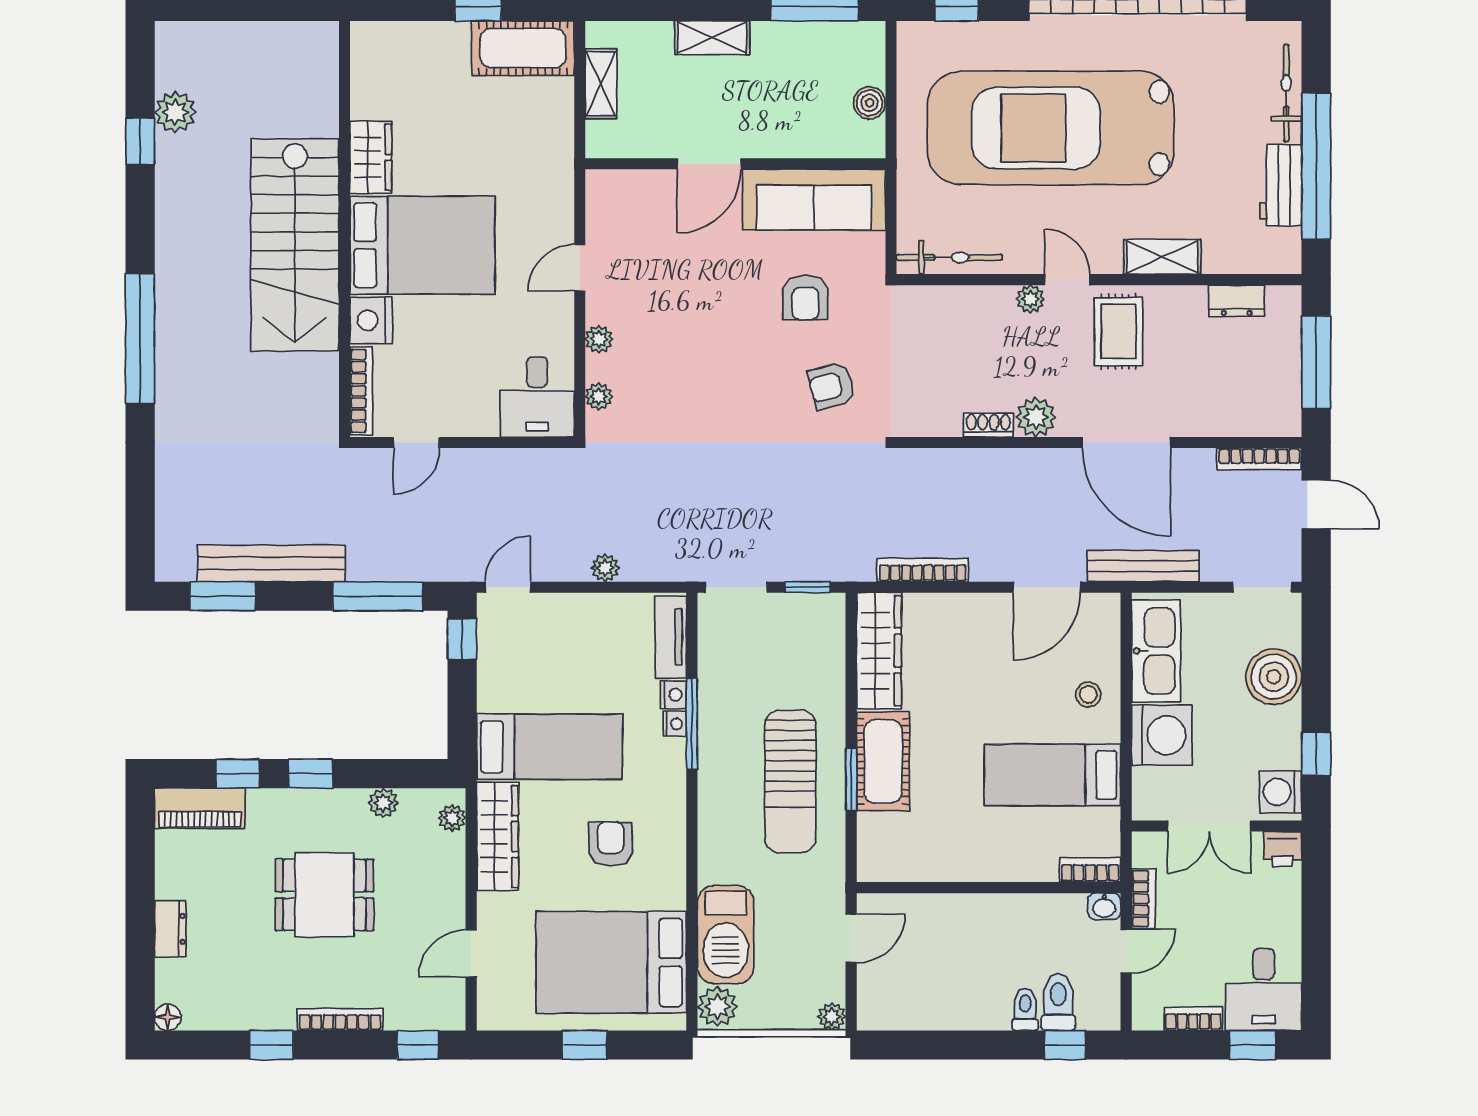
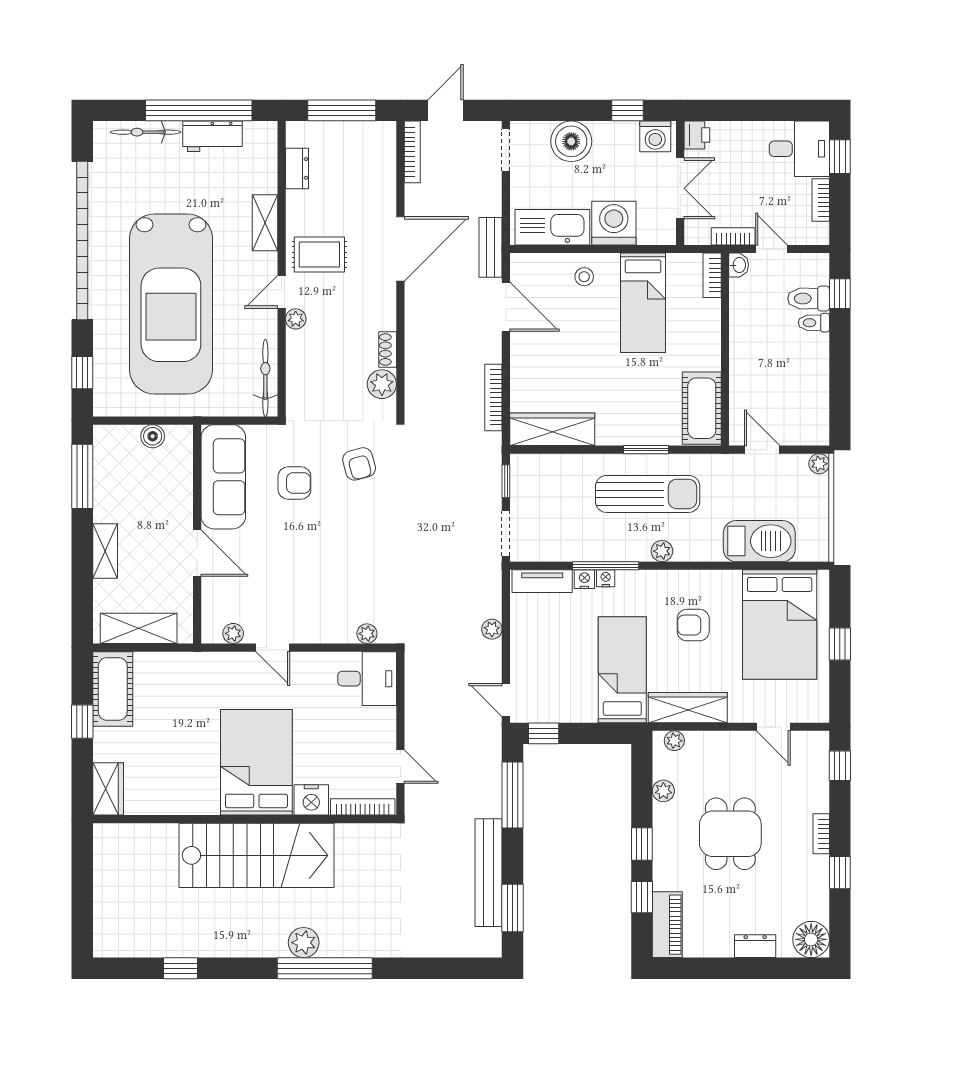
shelving: (601, 84) -> (139, 628), width x1.50, depth x1.33
plant: (175, 112) -> (304, 943), moved
wardrobe: (371, 157) -> (108, 789), moved, turned 90
plant: (599, 339) -> (233, 633), moved
plant: (1036, 417) -> (382, 384), moved
bench: (1143, 566) -> (491, 247), width x0.73
cot: (883, 761) -> (702, 408), moved, turned 90
plant: (718, 1007) -> (662, 551), moved, width x0.73, depth x0.73
floor lamp: (168, 1017) -> (811, 939), width x1.89, depth x1.89
bookcase: (340, 1020) -> (821, 834), width x0.64

